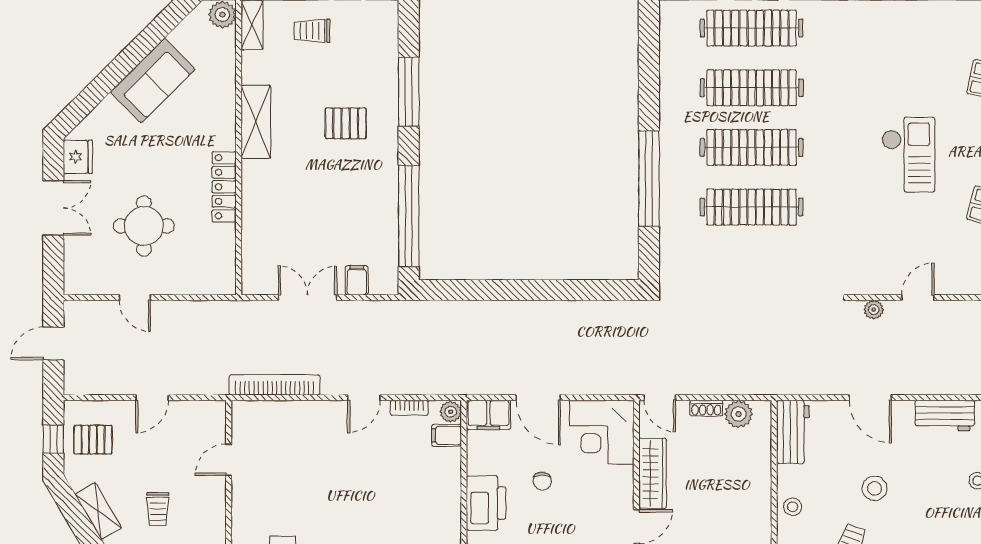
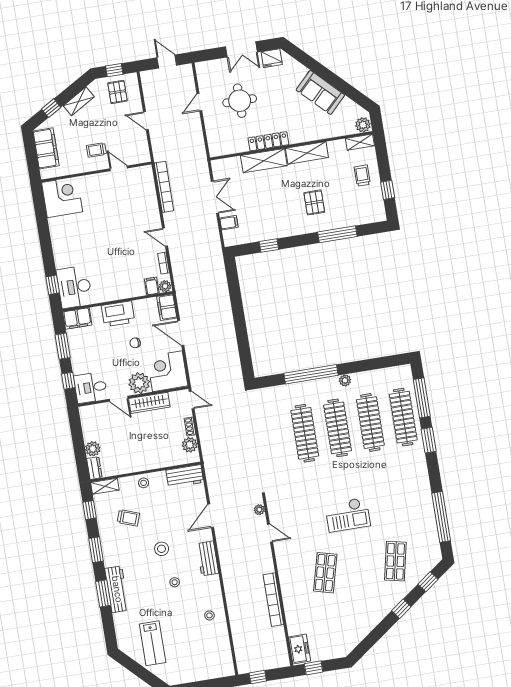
plant: (670, 121) -> (345, 380), added
shelving: (257, 200) -> (264, 161), added
window: (409, 216) -> (269, 245), width x0.32
door: (538, 398) -> (181, 333), hinge flipped
door: (660, 398) -> (192, 400), swing flipped
plant: (615, 486) -> (139, 383), added
stool: (874, 488) -> (162, 549), moved
trolley: (158, 509) -> (96, 150), moved

